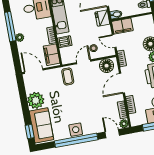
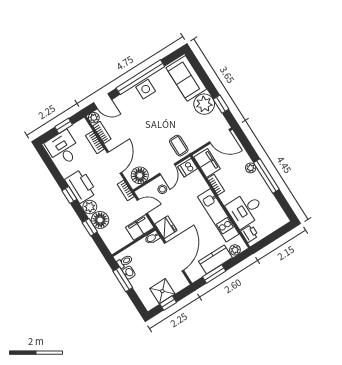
dishwasher: (65, 42) -> (188, 168), moved
window: (30, 132) -> (221, 104), moved

